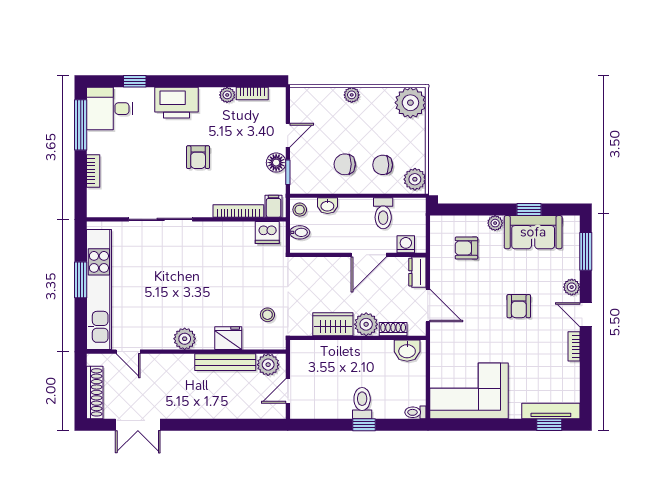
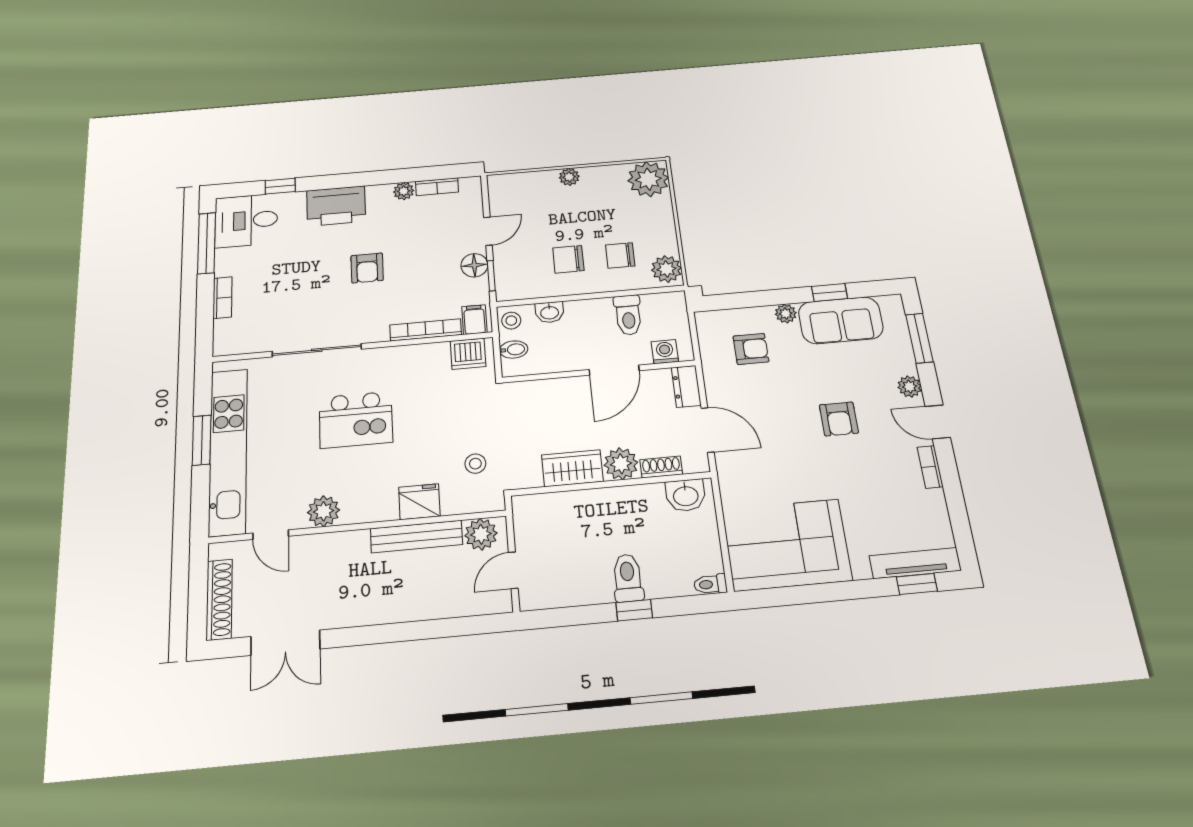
armchair: (466, 248) -> (751, 349), turned 180
kitchen island: (187, 275) -> (356, 420), added
plant: (185, 339) -> (324, 511), moved

